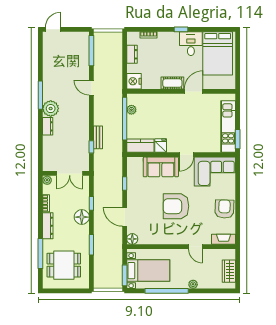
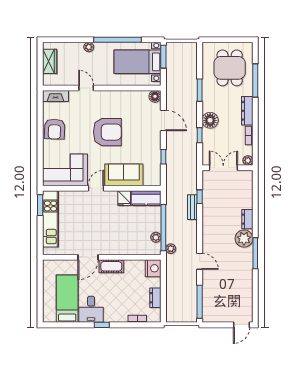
bed: (218, 53) -> (67, 299), width x0.67
plant: (118, 99) -> (171, 249), added
dining table: (64, 265) -> (230, 68), turned 90

